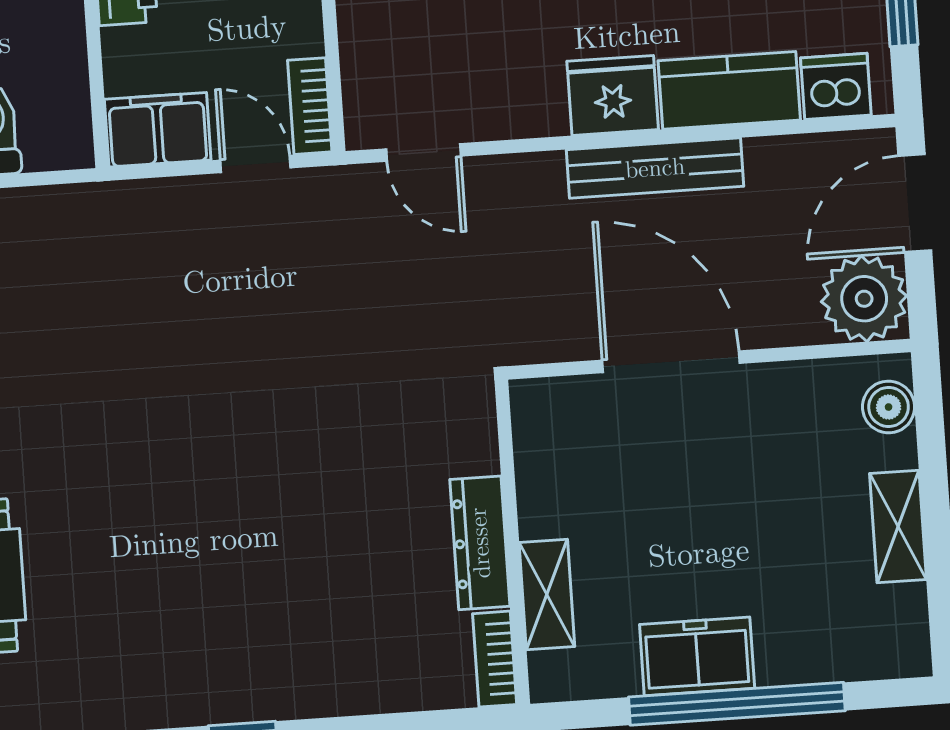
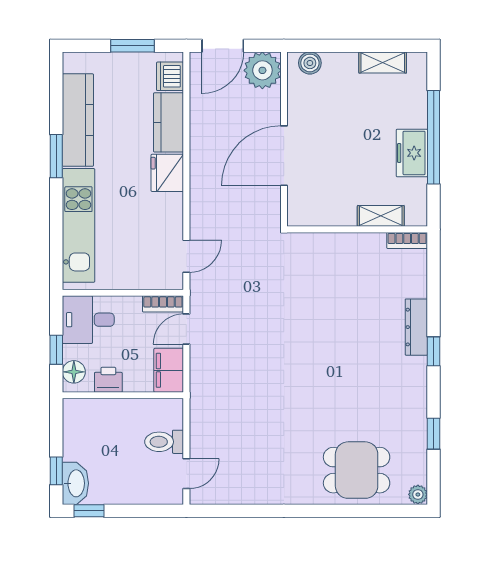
bench: (655, 168) -> (200, 157), removed
door: (915, 203) -> (223, 46), hinge flipped
shelving: (898, 526) -> (383, 62), moved
dresser: (480, 543) -> (416, 327), moved, turned 90

